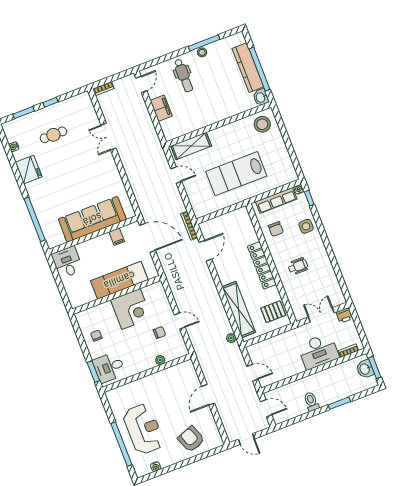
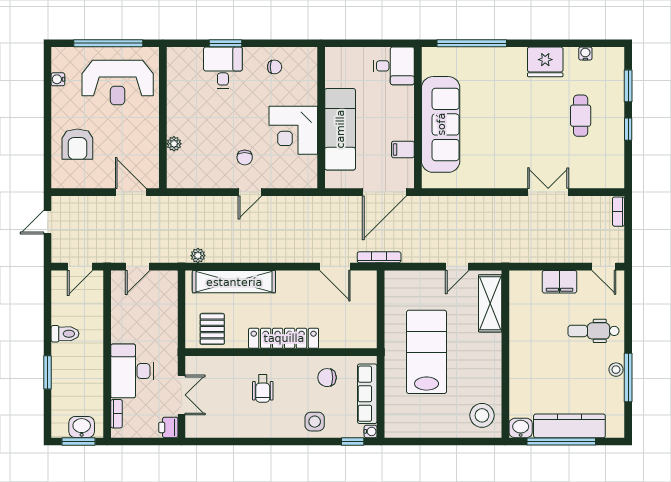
plant: (160, 360) -> (174, 144), moved
wall: (147, 373) -> (163, 118), moved
armchair: (191, 439) -> (77, 144), turned 111

